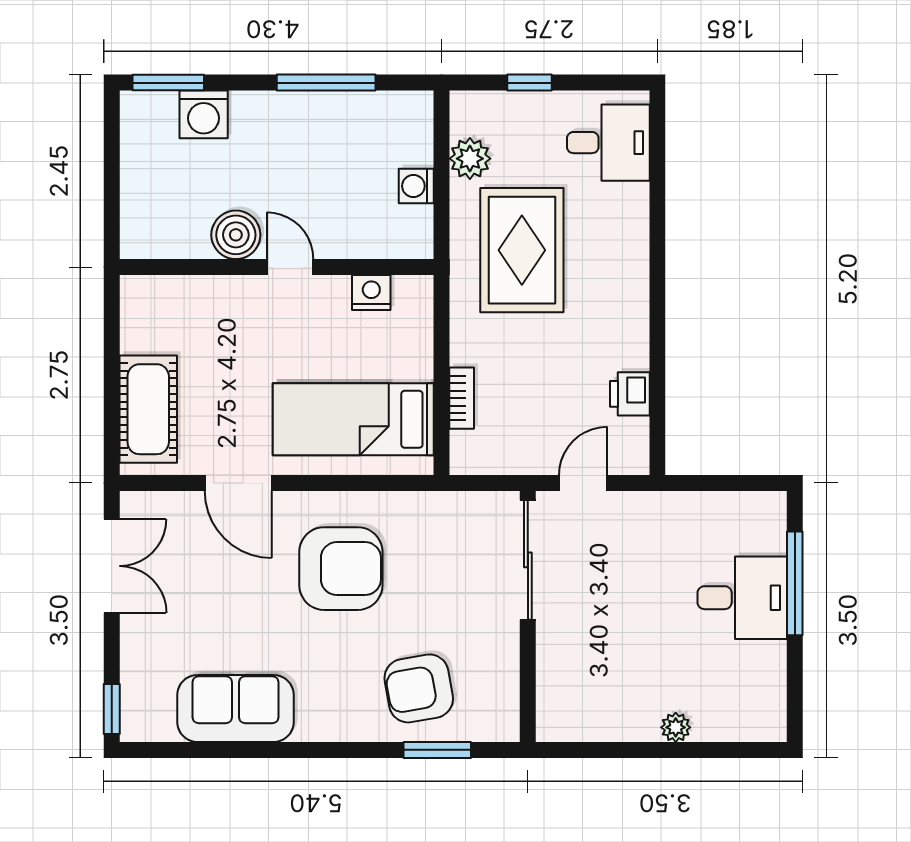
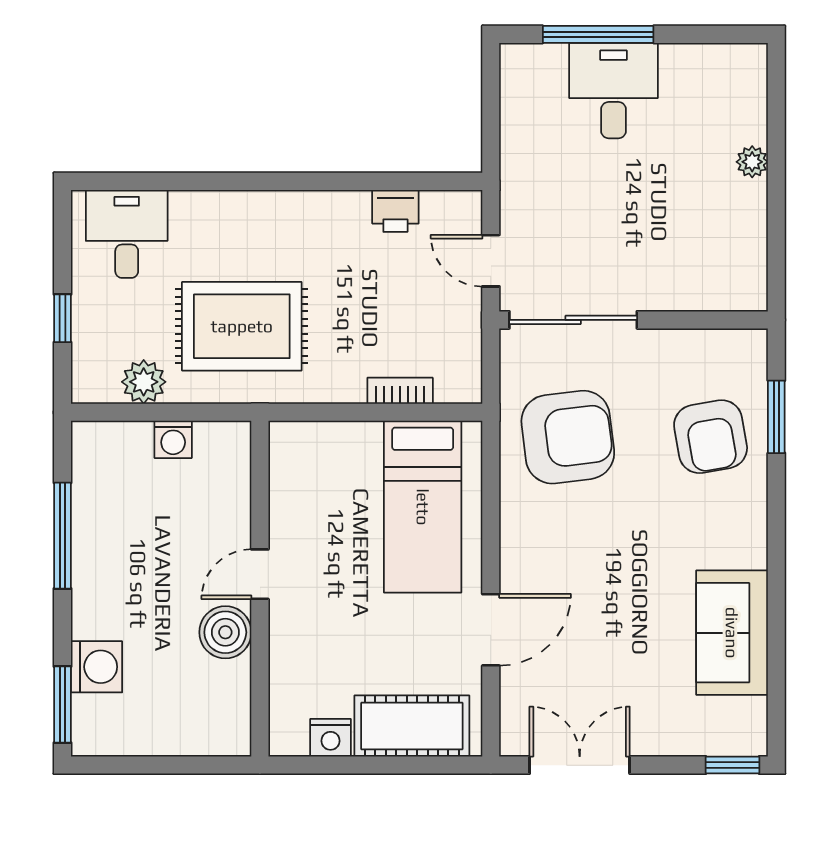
nightstand: (371, 293) -> (331, 738), moved, turned -90
armchair: (341, 569) -> (568, 437), moved, turned 83

